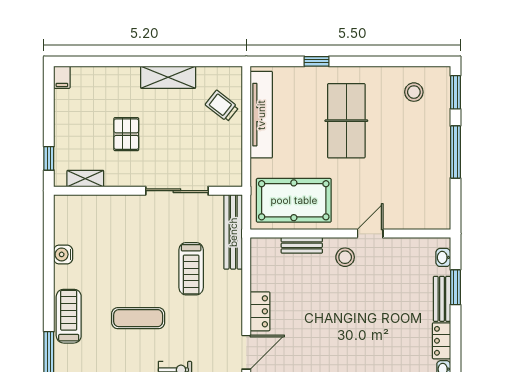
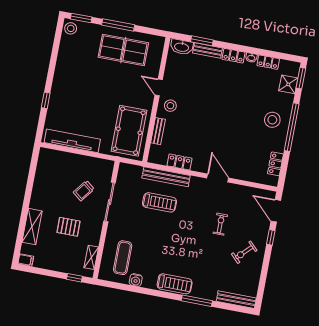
shelving: (168, 77) -> (32, 227), moved
stool: (414, 92) -> (71, 28), moved
trolley: (222, 106) -> (84, 191), moved
table tennis table: (346, 121) -> (123, 50), moved
bench: (233, 232) -> (166, 177), moved
washbasin: (443, 257) -> (182, 47), width x1.91, depth x1.45
locker: (260, 311) -> (179, 162), moved
treadmill: (69, 316) -> (175, 284), turned 180
exercise mat: (138, 318) -> (123, 258), moved

